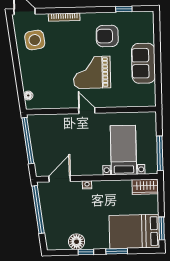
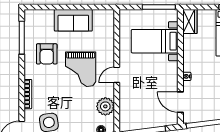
window: (124, 9) -> (22, 38), width x2.17
plant: (53, 99) -> (105, 106), added

